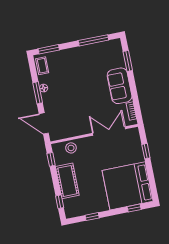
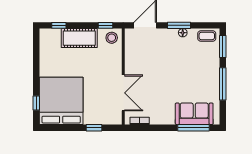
window: (93, 40) -> (223, 84), moved
window: (128, 61) -> (194, 128), width x1.44
sofa: (120, 86) -> (194, 114), moved
stool: (71, 148) -> (112, 38), moved
window: (92, 217) -> (36, 57), removed

